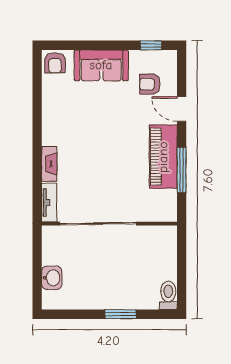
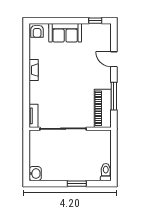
armchair: (150, 84) -> (95, 44), removed
piano: (163, 157) -> (103, 108), moved
fireplace: (49, 164) -> (34, 70), moved
washbasin: (52, 278) -> (35, 174), moved

